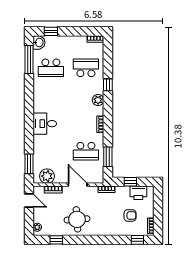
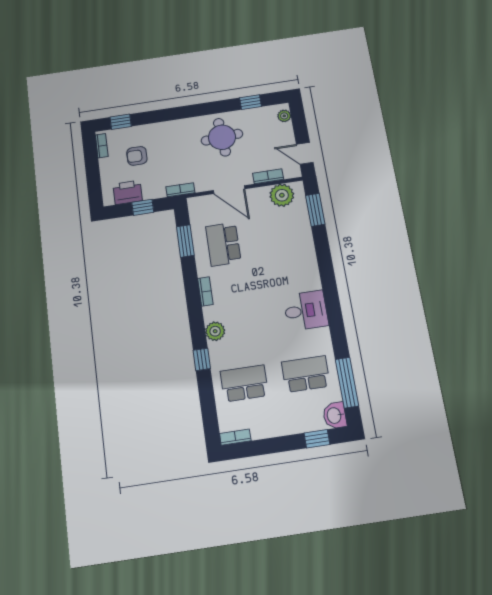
school desk: (86, 68) -> (244, 383), turned 180
desk: (45, 124) -> (306, 311), moved
school desk: (86, 151) -> (223, 244), turned -90

